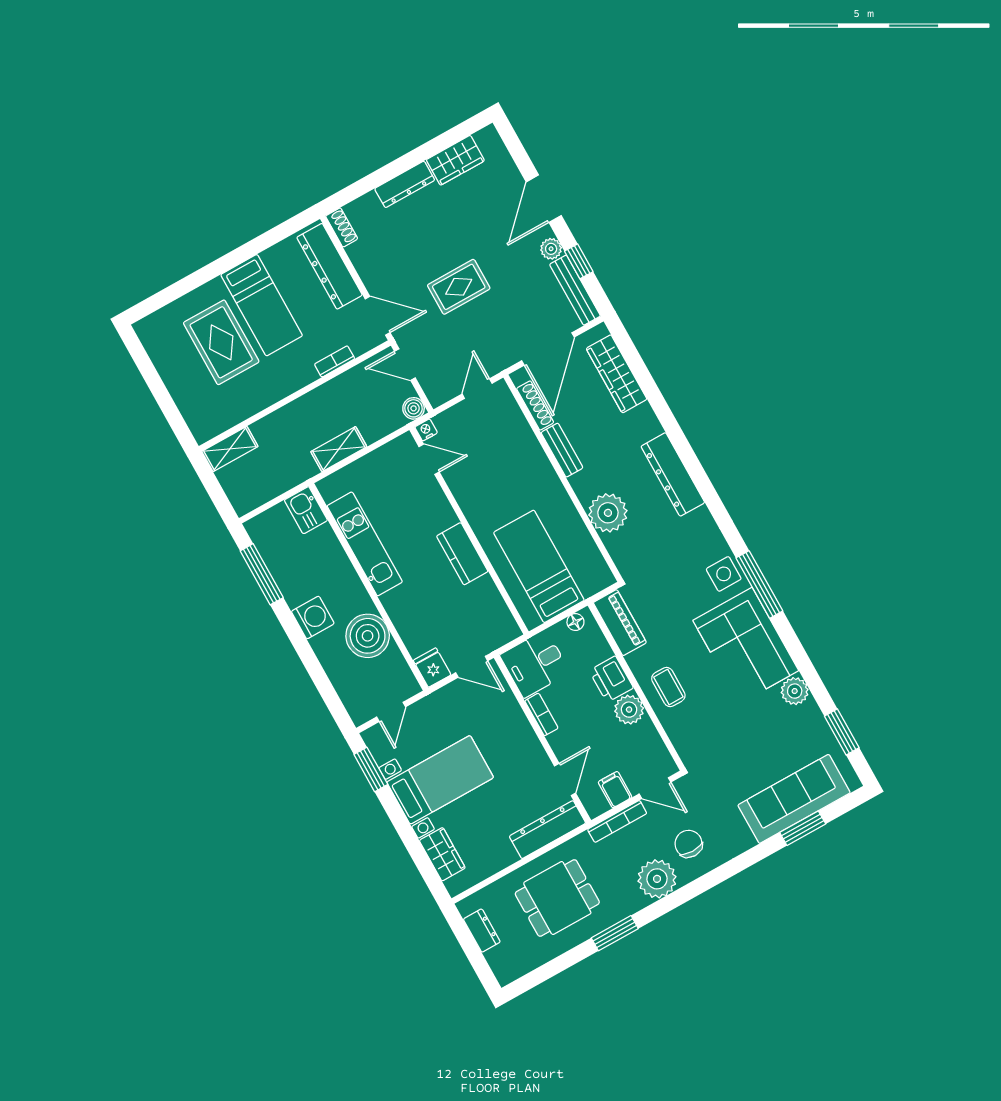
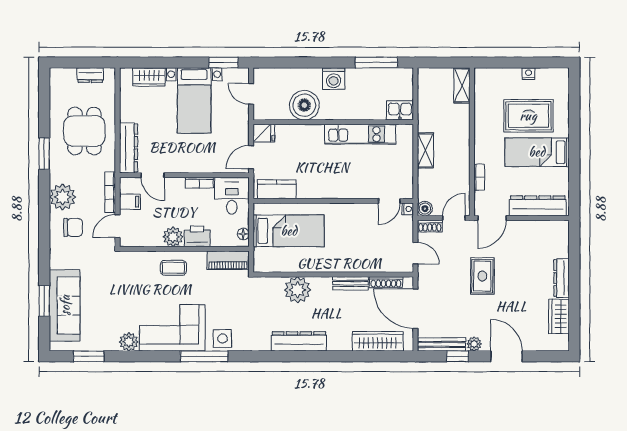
shoe rack: (342, 227) -> (430, 226), moved
nightstand: (167, 372) -> (529, 74), added
kitchen counter: (462, 554) -> (277, 189), moved

